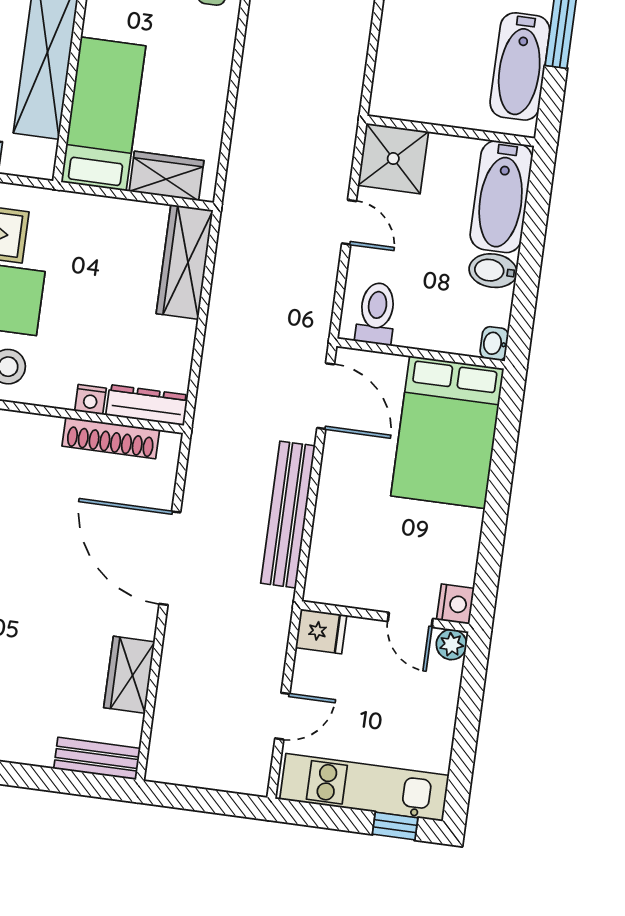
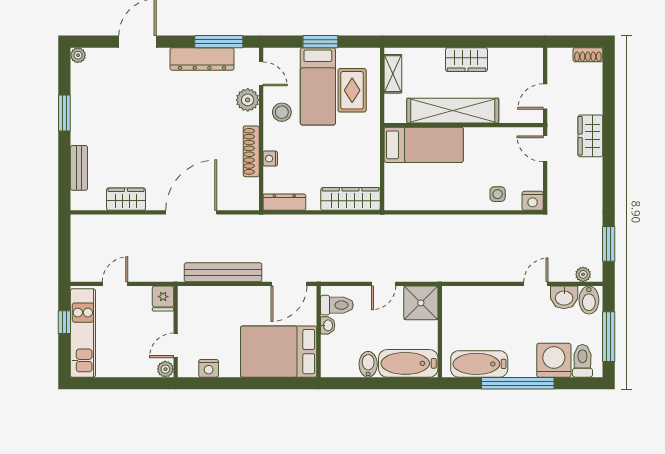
wardrobe: (167, 176) -> (395, 183), removed
washbasin: (494, 344) -> (328, 325), moved, turned 90
dresser: (147, 405) -> (284, 202), moved, turned -90
shoe rack: (111, 438) -> (251, 151), moved
nightstand: (455, 604) -> (209, 368), moved
door: (282, 716) -> (115, 284), swing flipped
bench: (97, 759) -> (79, 168), moved
window: (395, 826) -> (64, 322), moved

